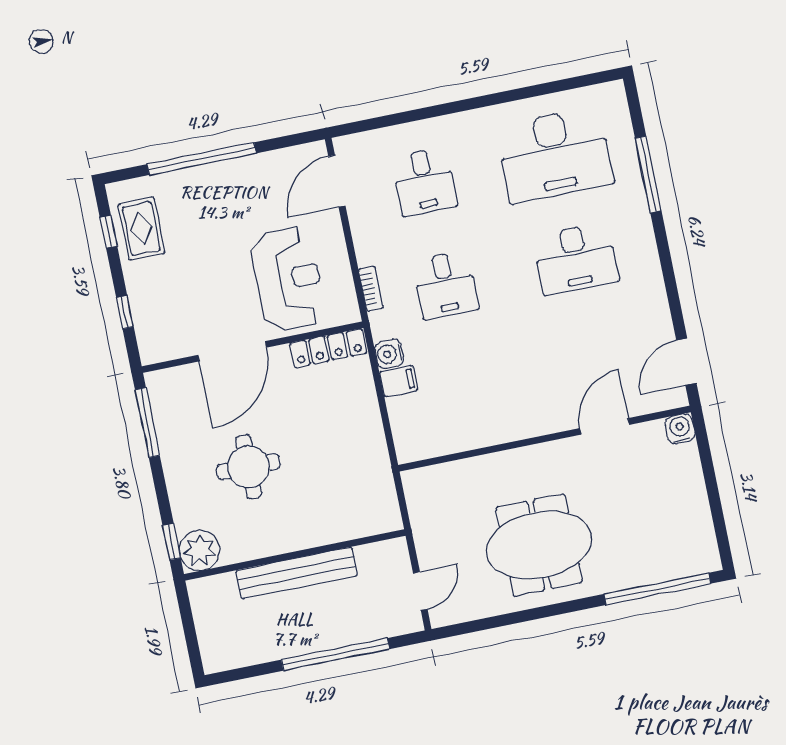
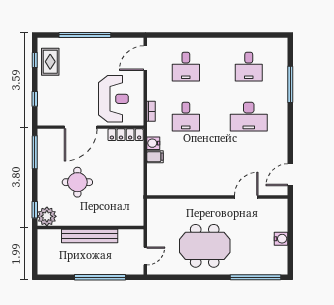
desk: (555, 155) -> (249, 67), width x0.53, depth x0.77
water cooler: (680, 429) -> (281, 239), moved, turned 90

